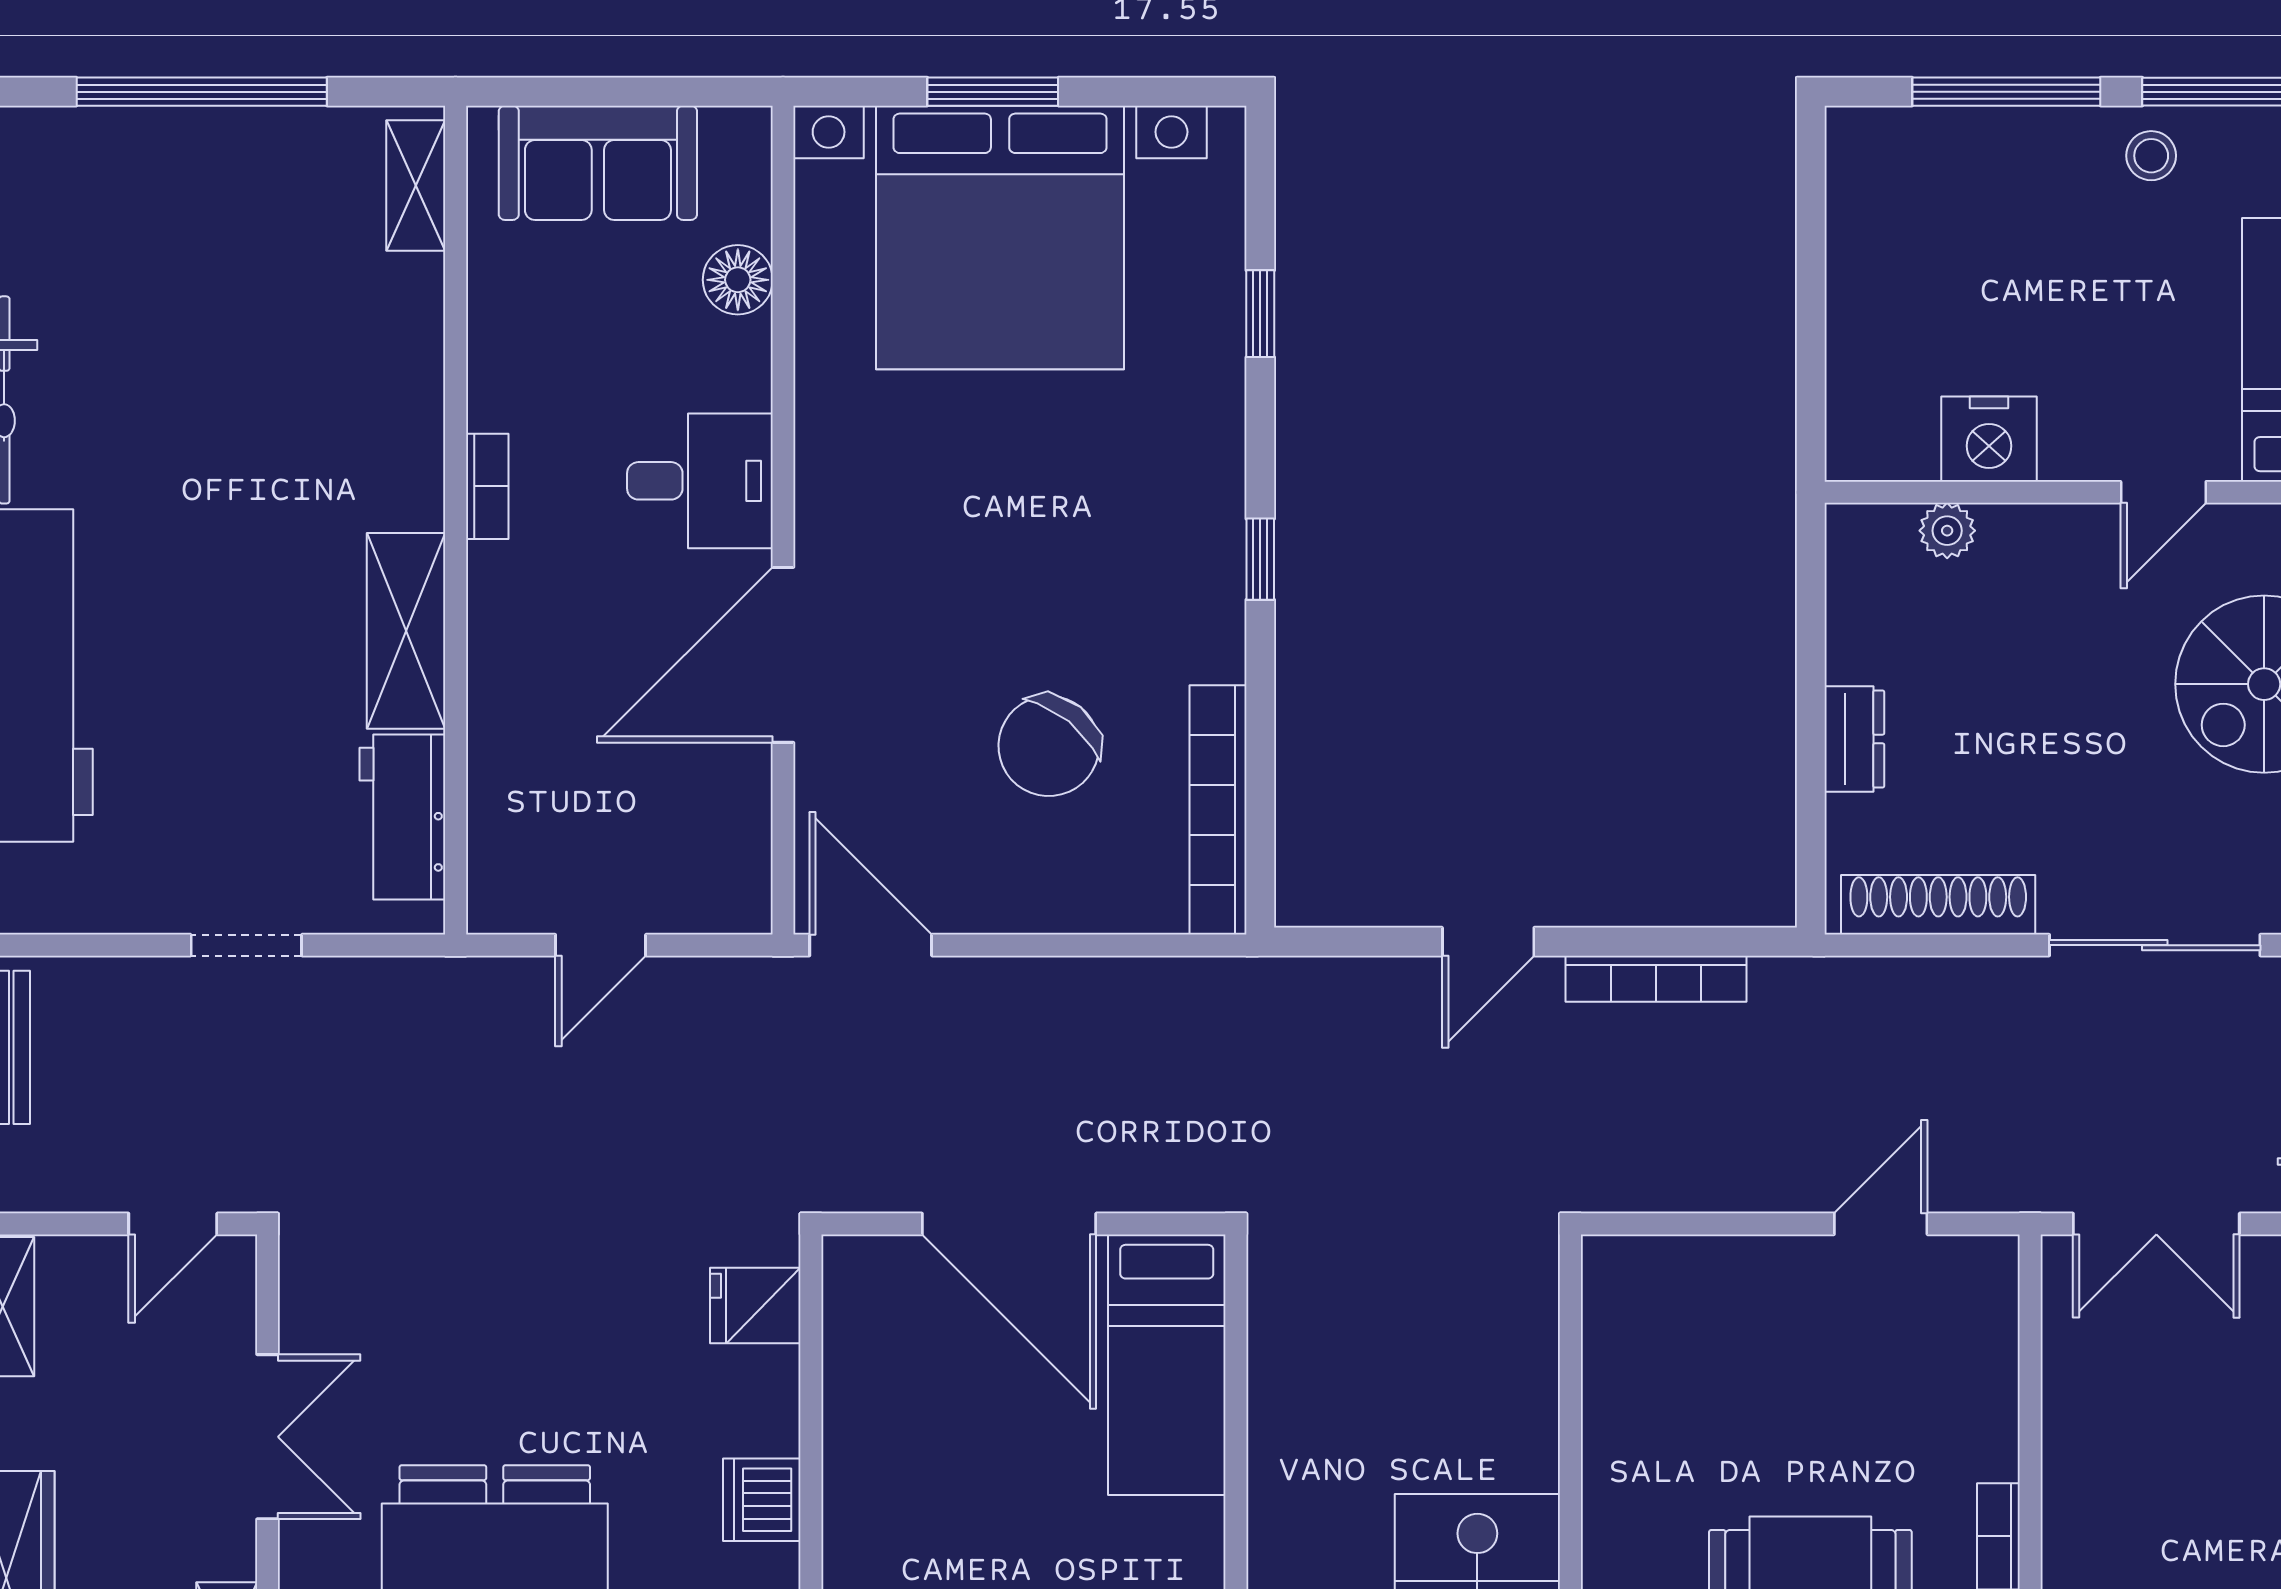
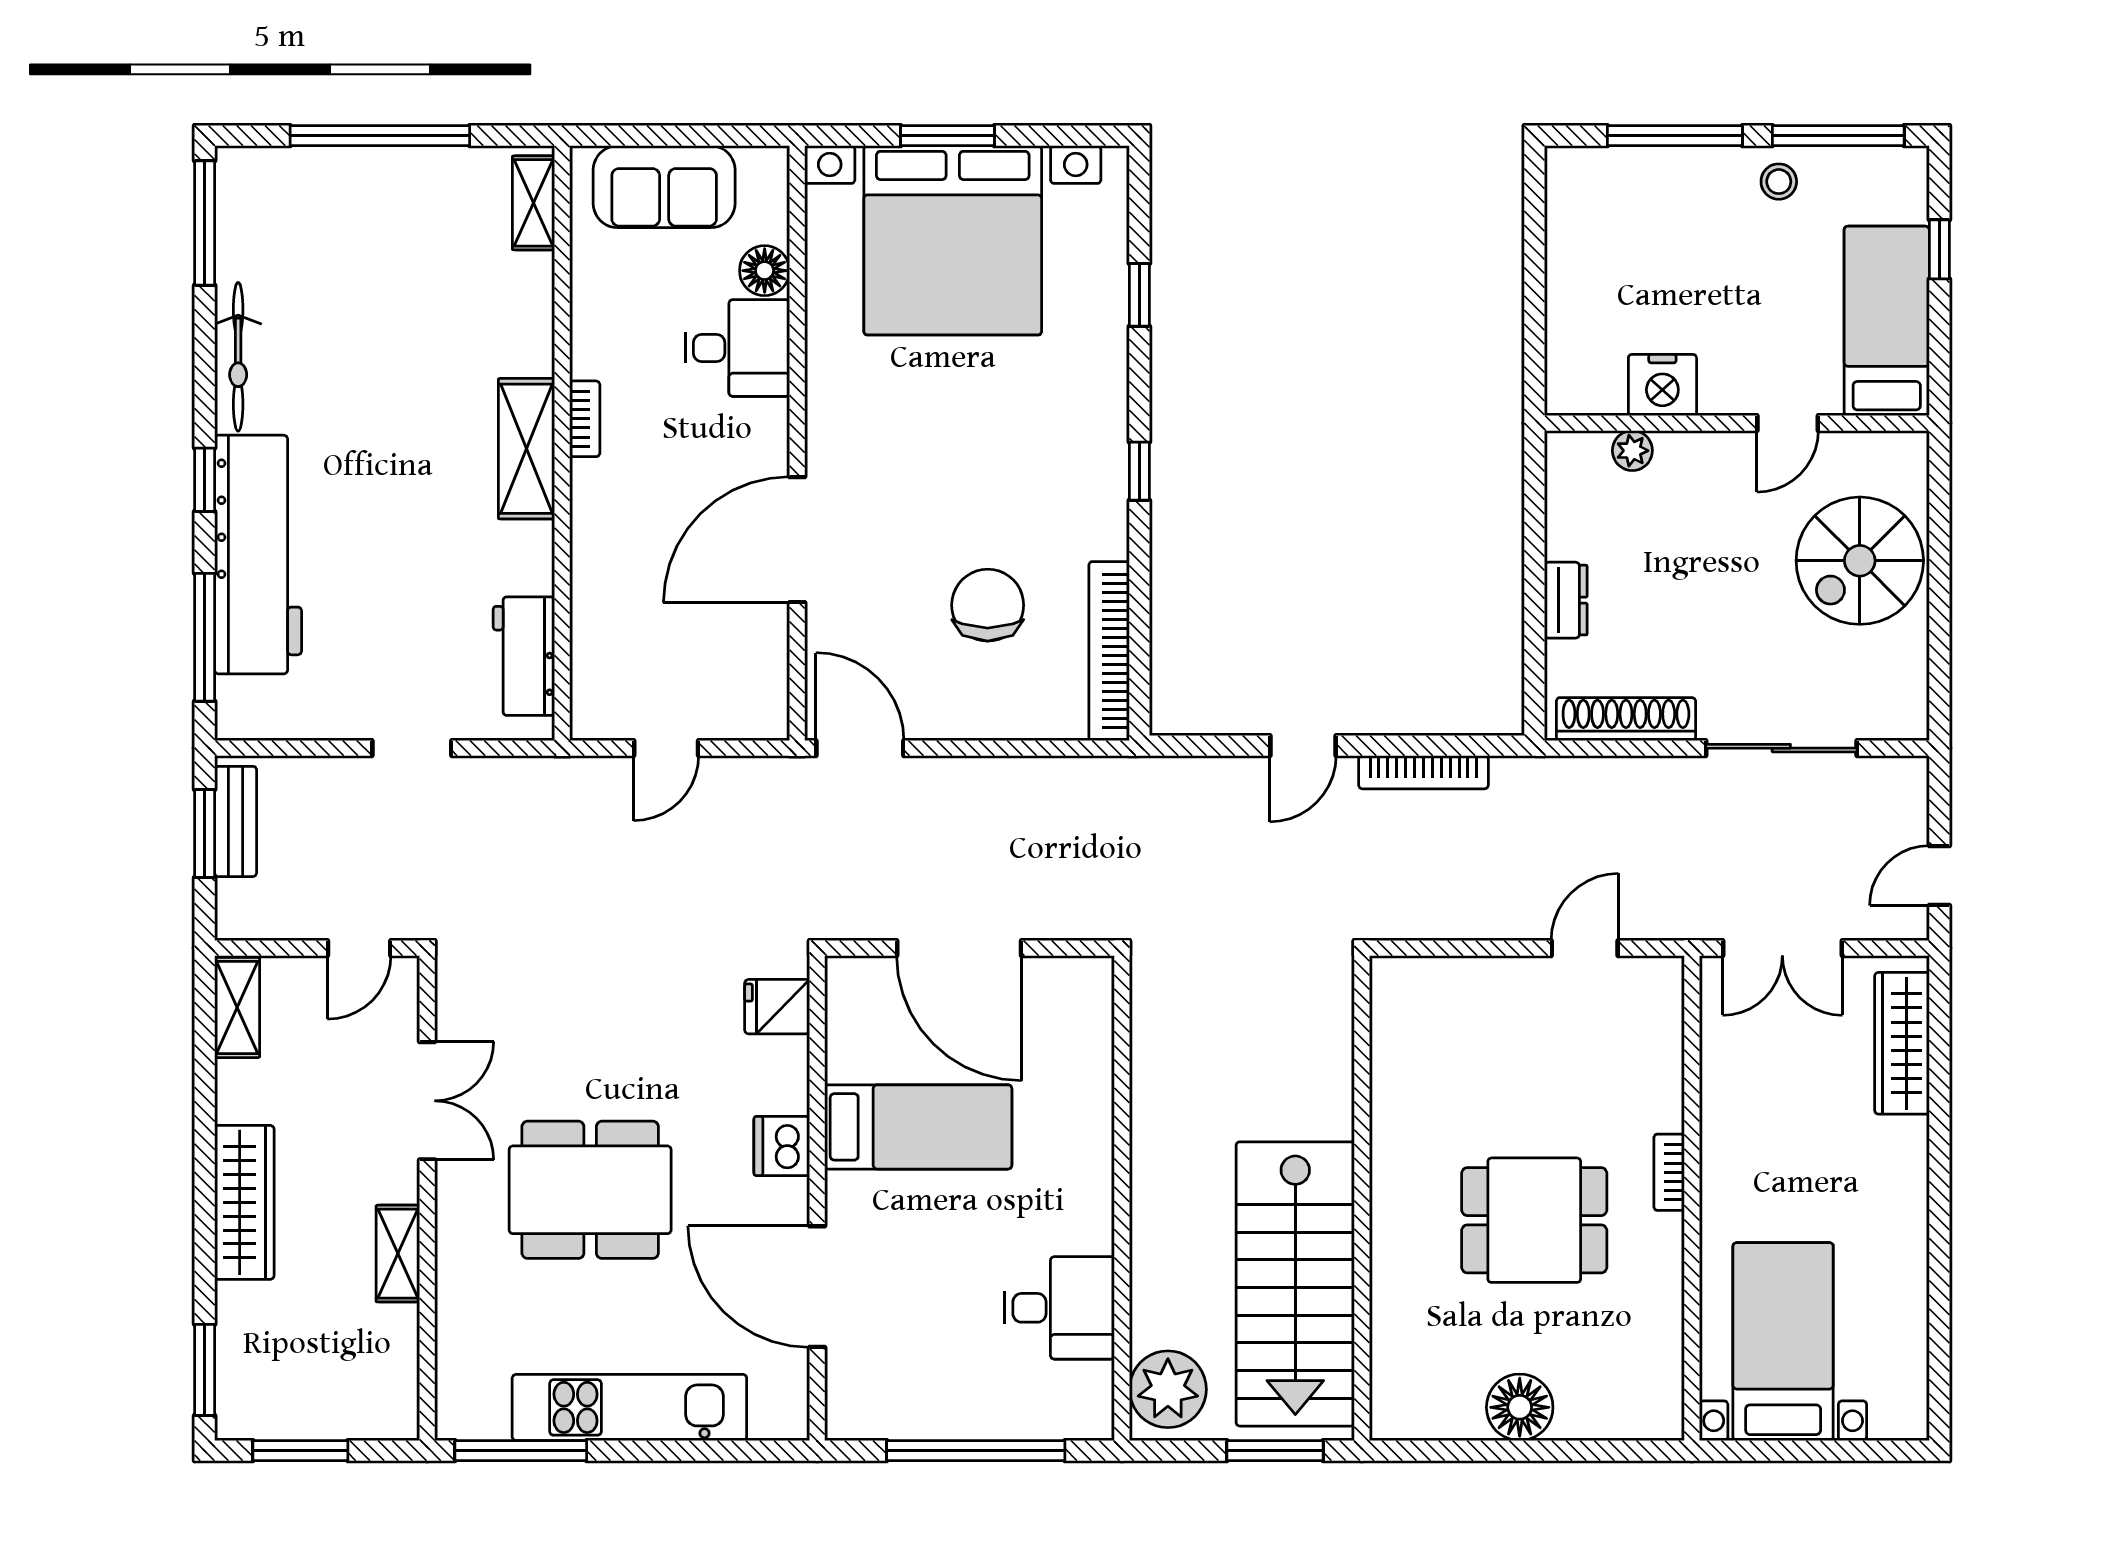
desk: (700, 481) -> (737, 348), moved
shelving: (406, 631) -> (526, 449), moved
chair: (1049, 746) -> (988, 605), turned 141
bed: (1167, 1365) -> (918, 1127), moved, turned -90

